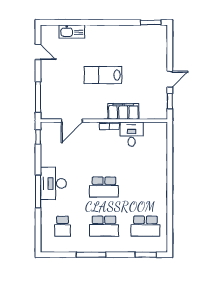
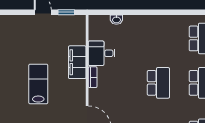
lab bench: (103, 75) -> (38, 84), turned 180
washbasin: (163, 148) -> (116, 20), added

